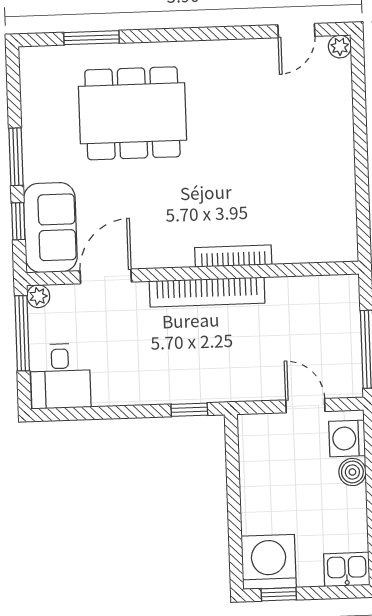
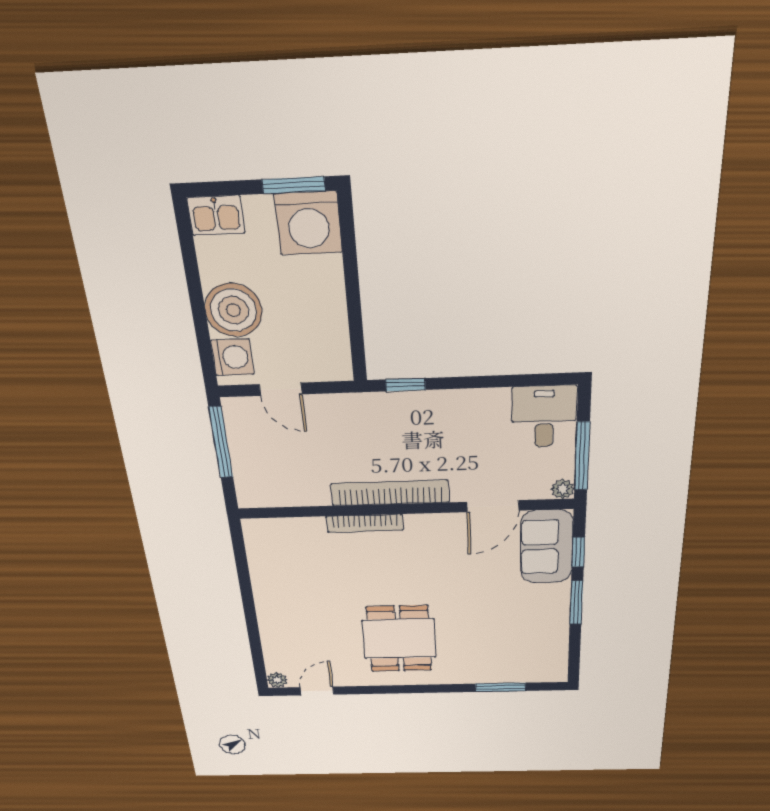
dining table: (132, 113) -> (399, 639), moved, width x0.73
boiler: (352, 472) -> (233, 310), width x1.86, depth x1.86
window: (279, 594) -> (294, 185), width x1.50

